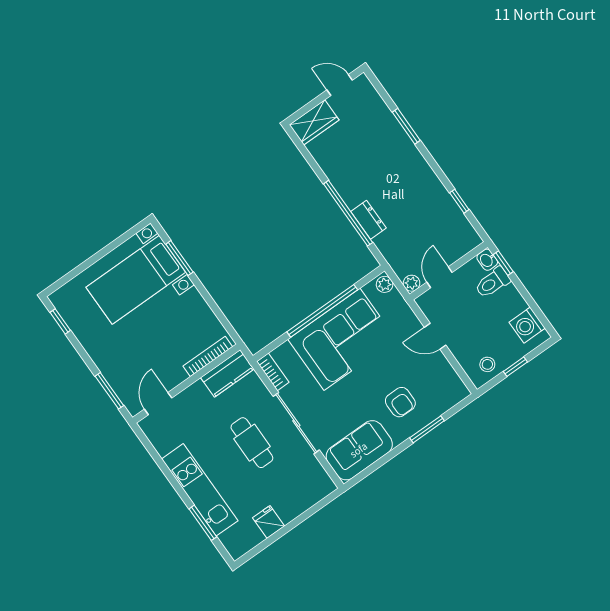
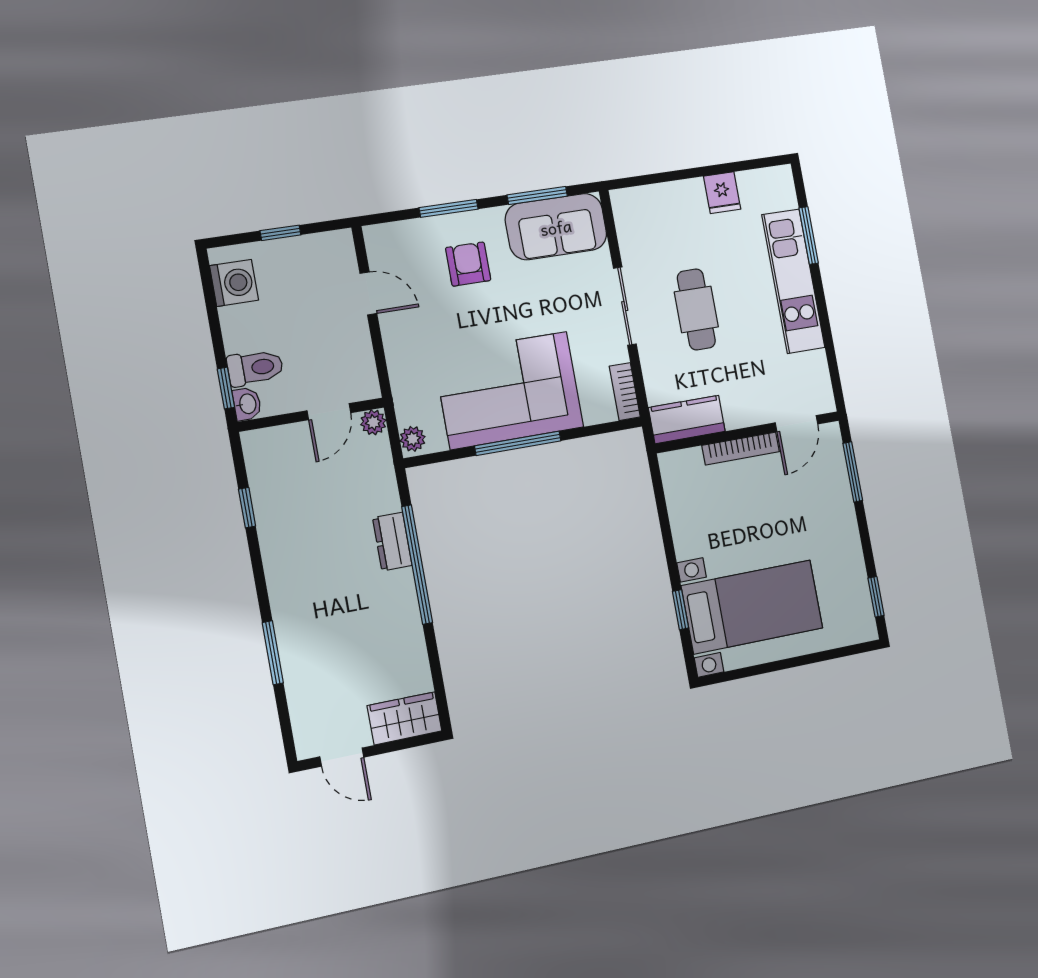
window: (179, 258) -> (680, 610), width x0.67
window: (322, 311) -> (518, 443), width x0.68
door: (435, 336) -> (368, 293), moved
bookcase: (208, 356) -> (741, 449), moved
stool: (487, 364) -> (319, 256), removed
sliding door: (296, 423) -> (625, 306), width x0.73
window: (379, 463) -> (537, 195), added

